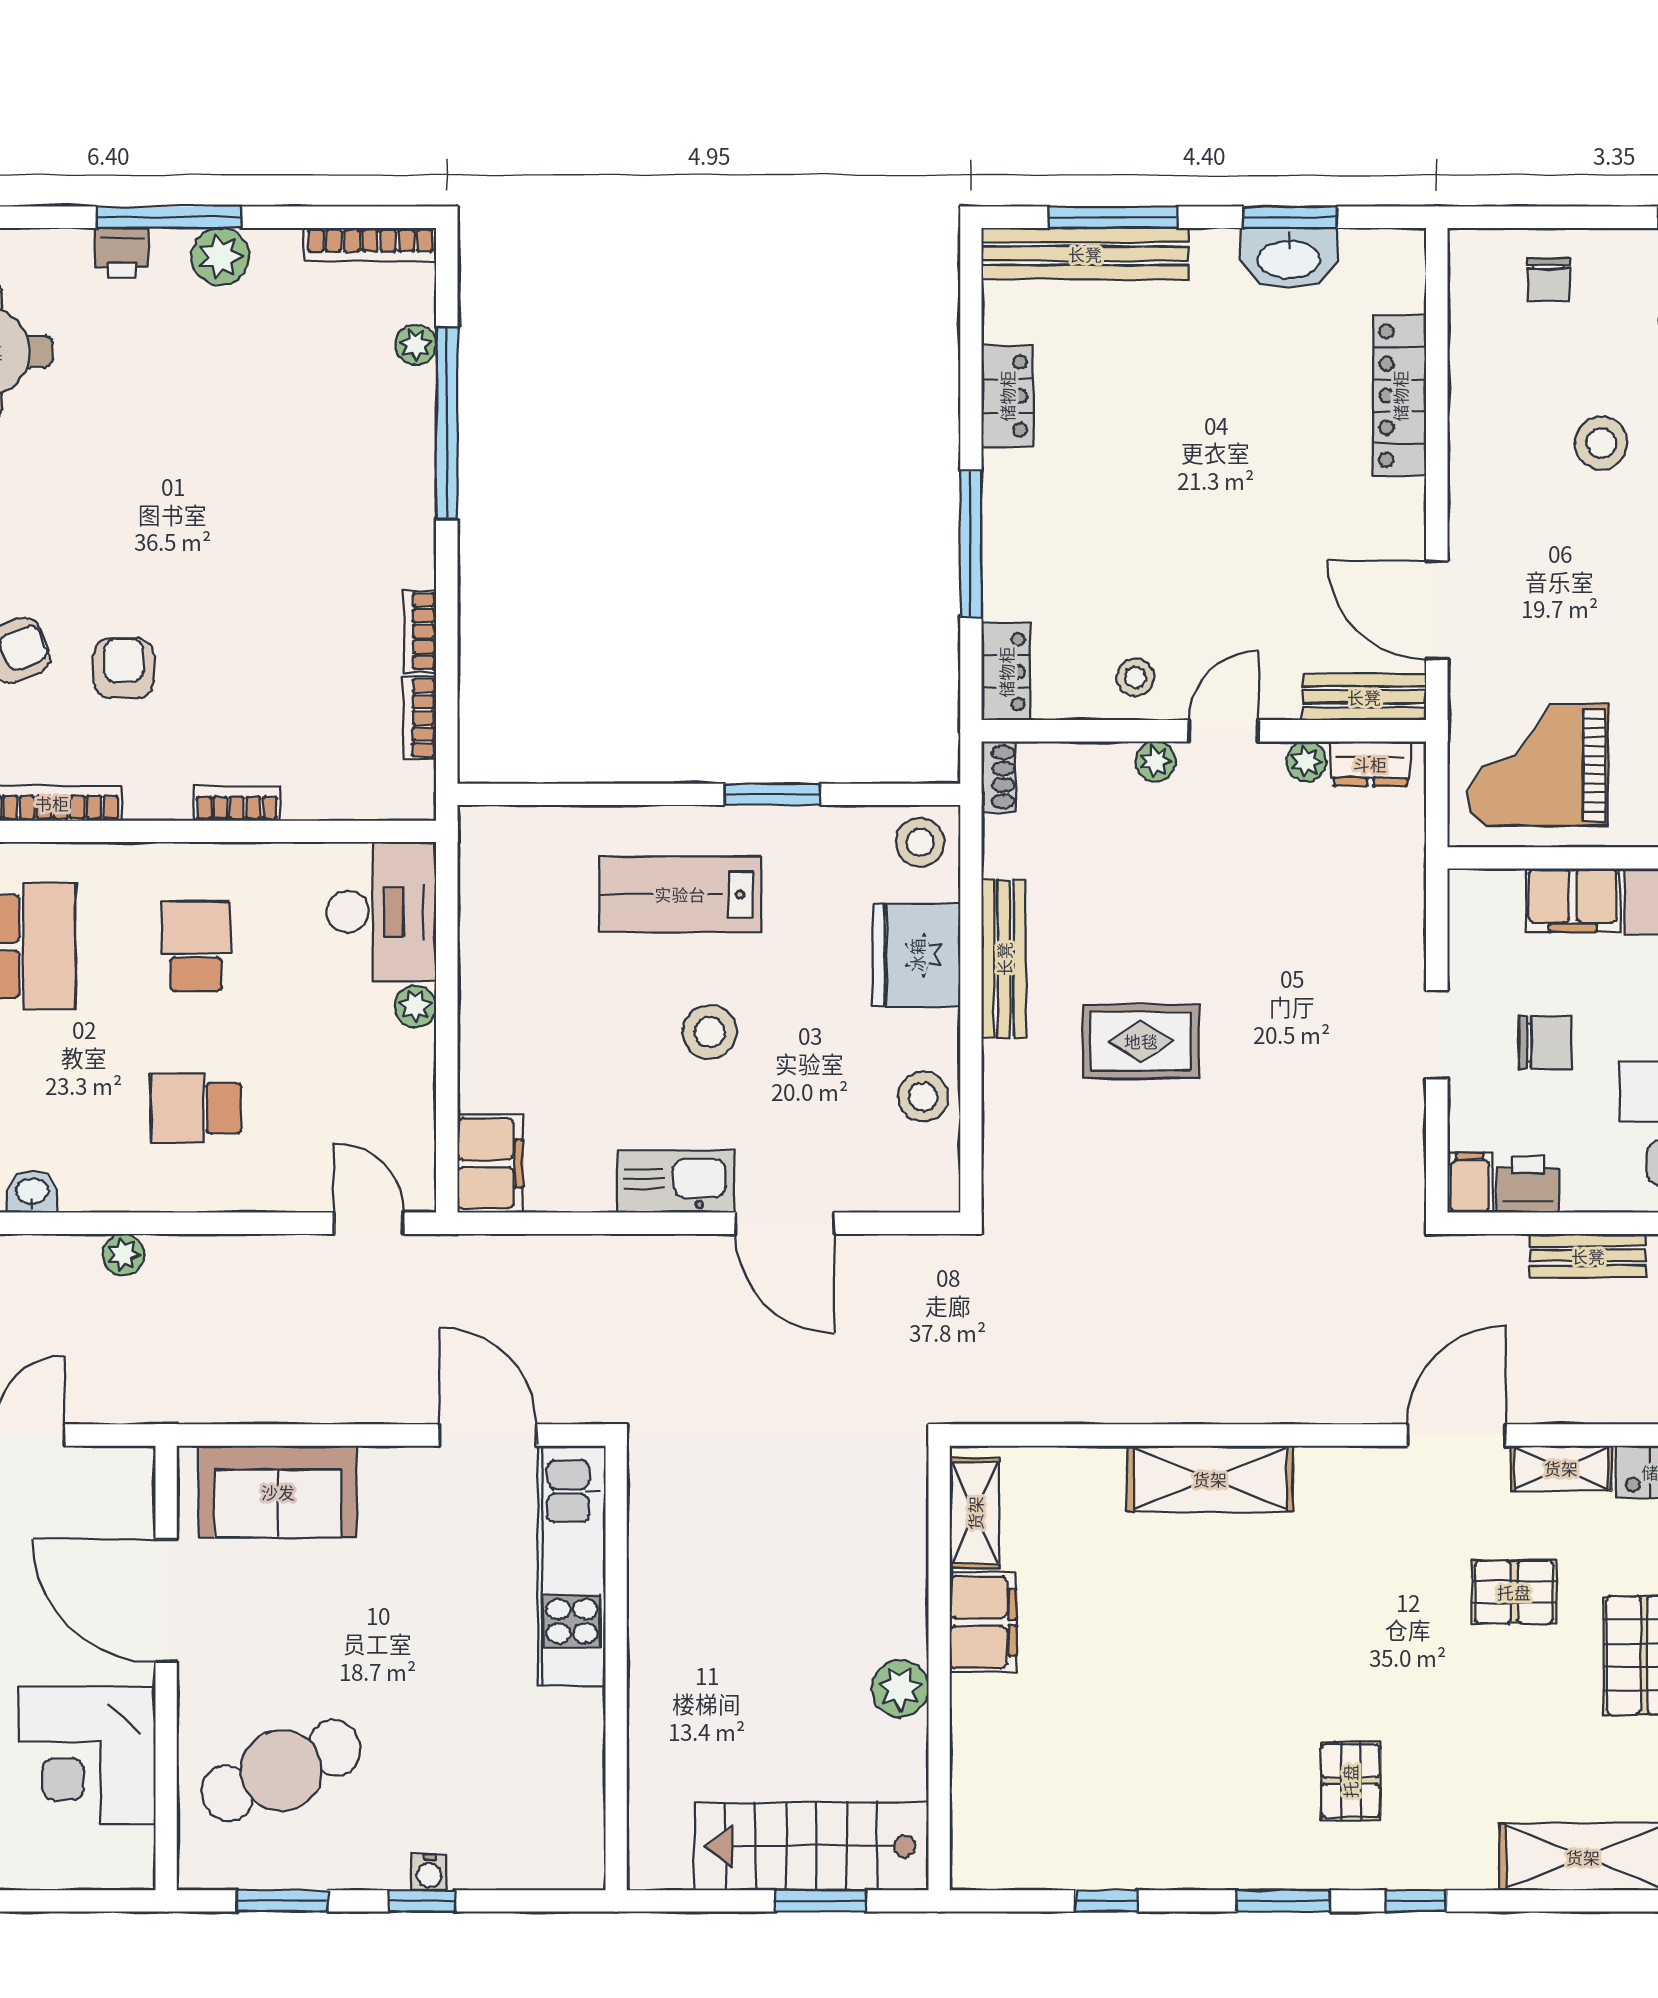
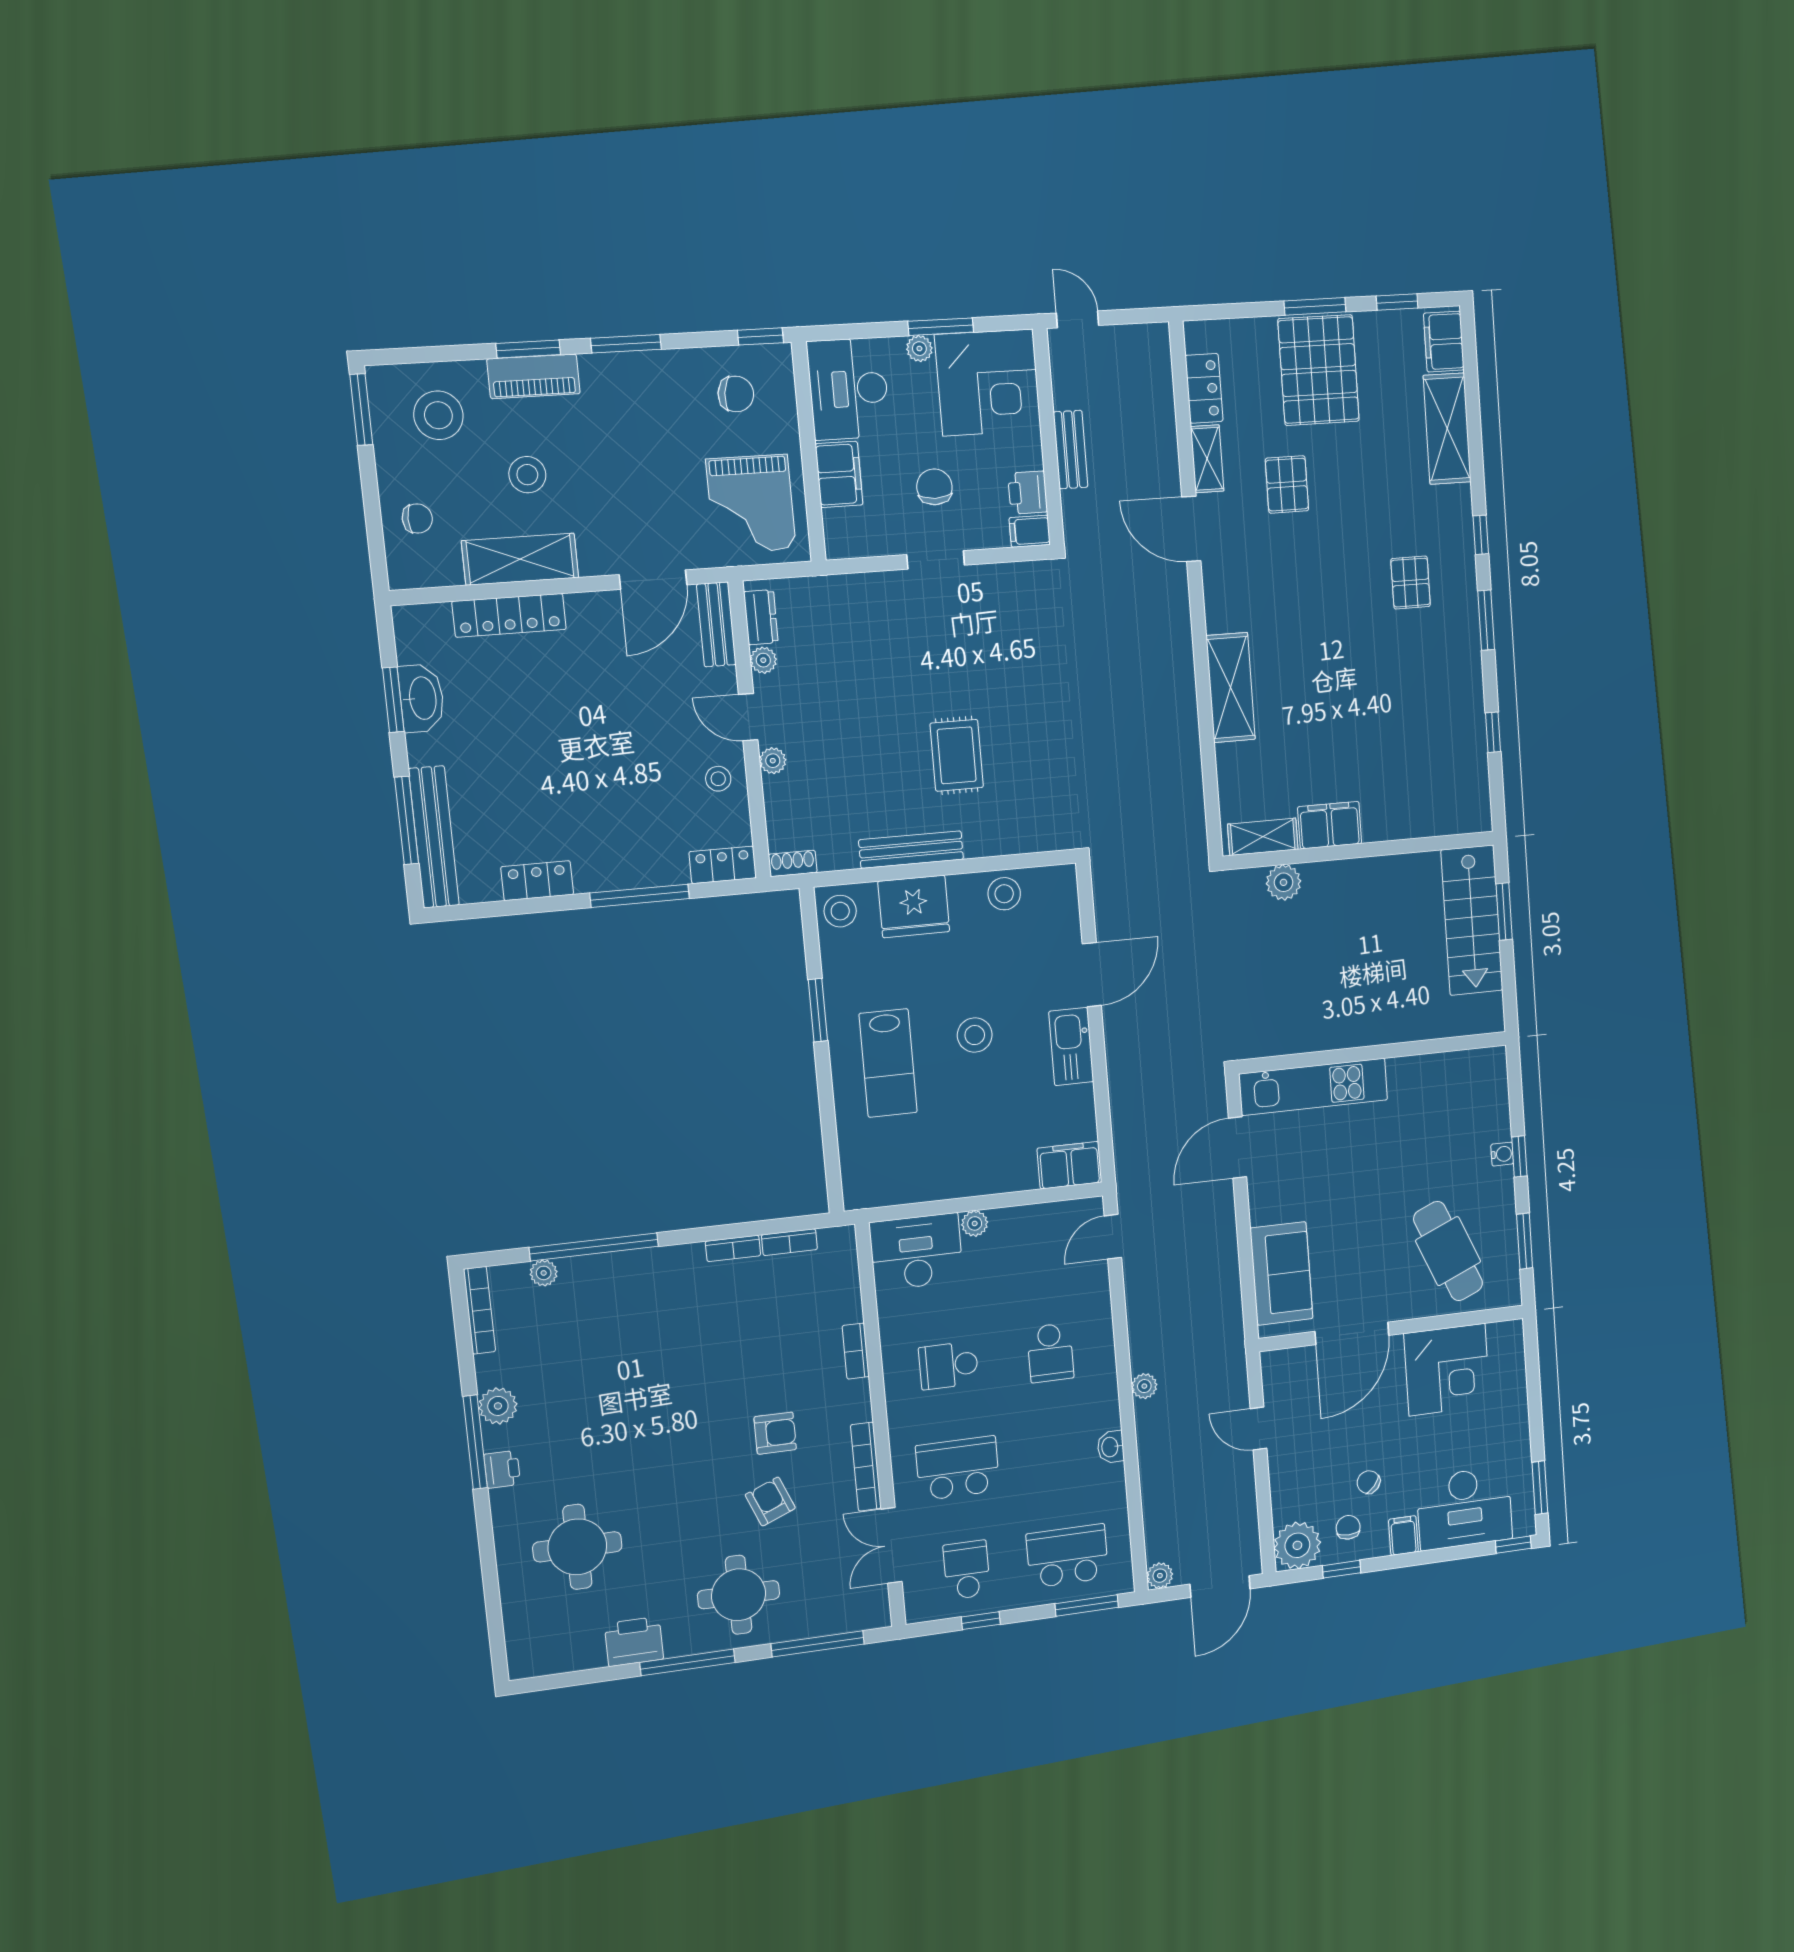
shelving: (1480, 420) -> (520, 559), added
armchair: (124, 668) -> (775, 1433), turned 180
plant: (900, 1688) -> (1284, 882), moved
pallet: (1350, 1781) -> (1411, 583), turned 90

